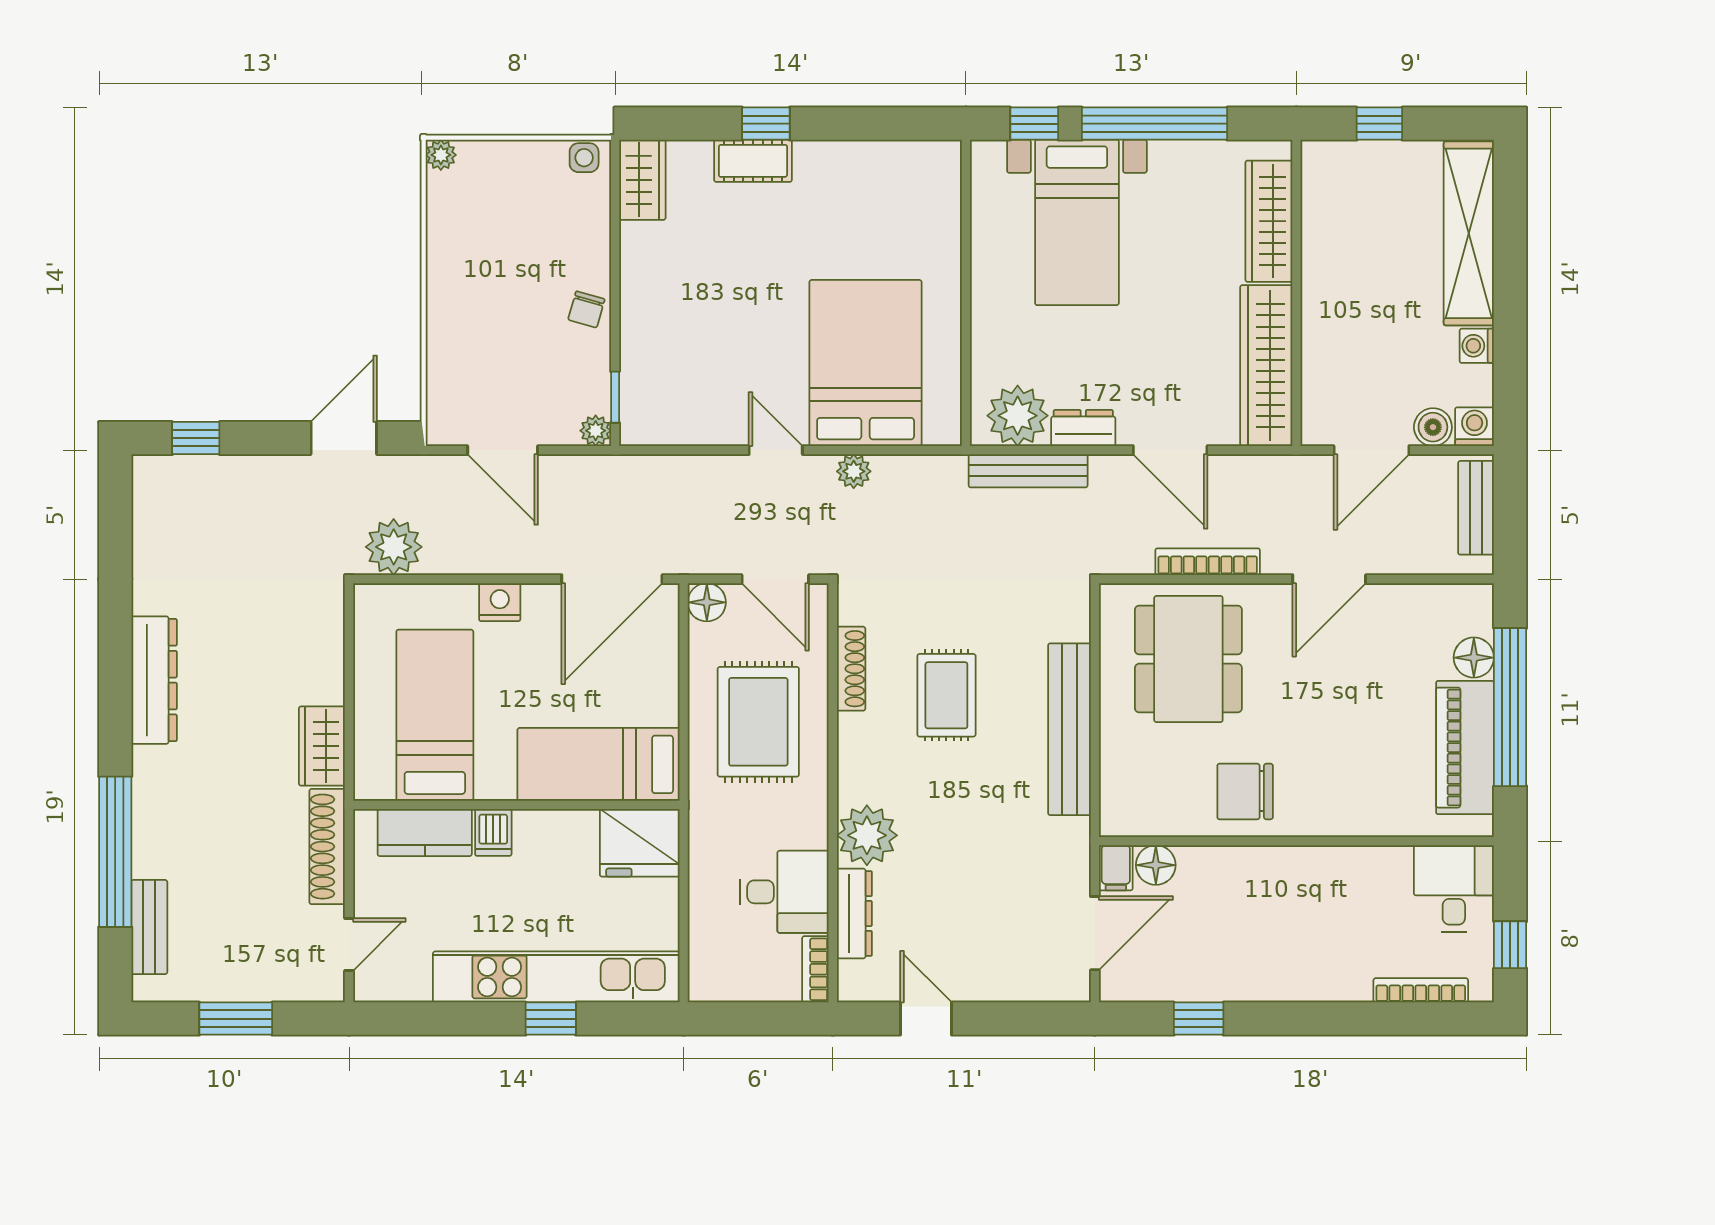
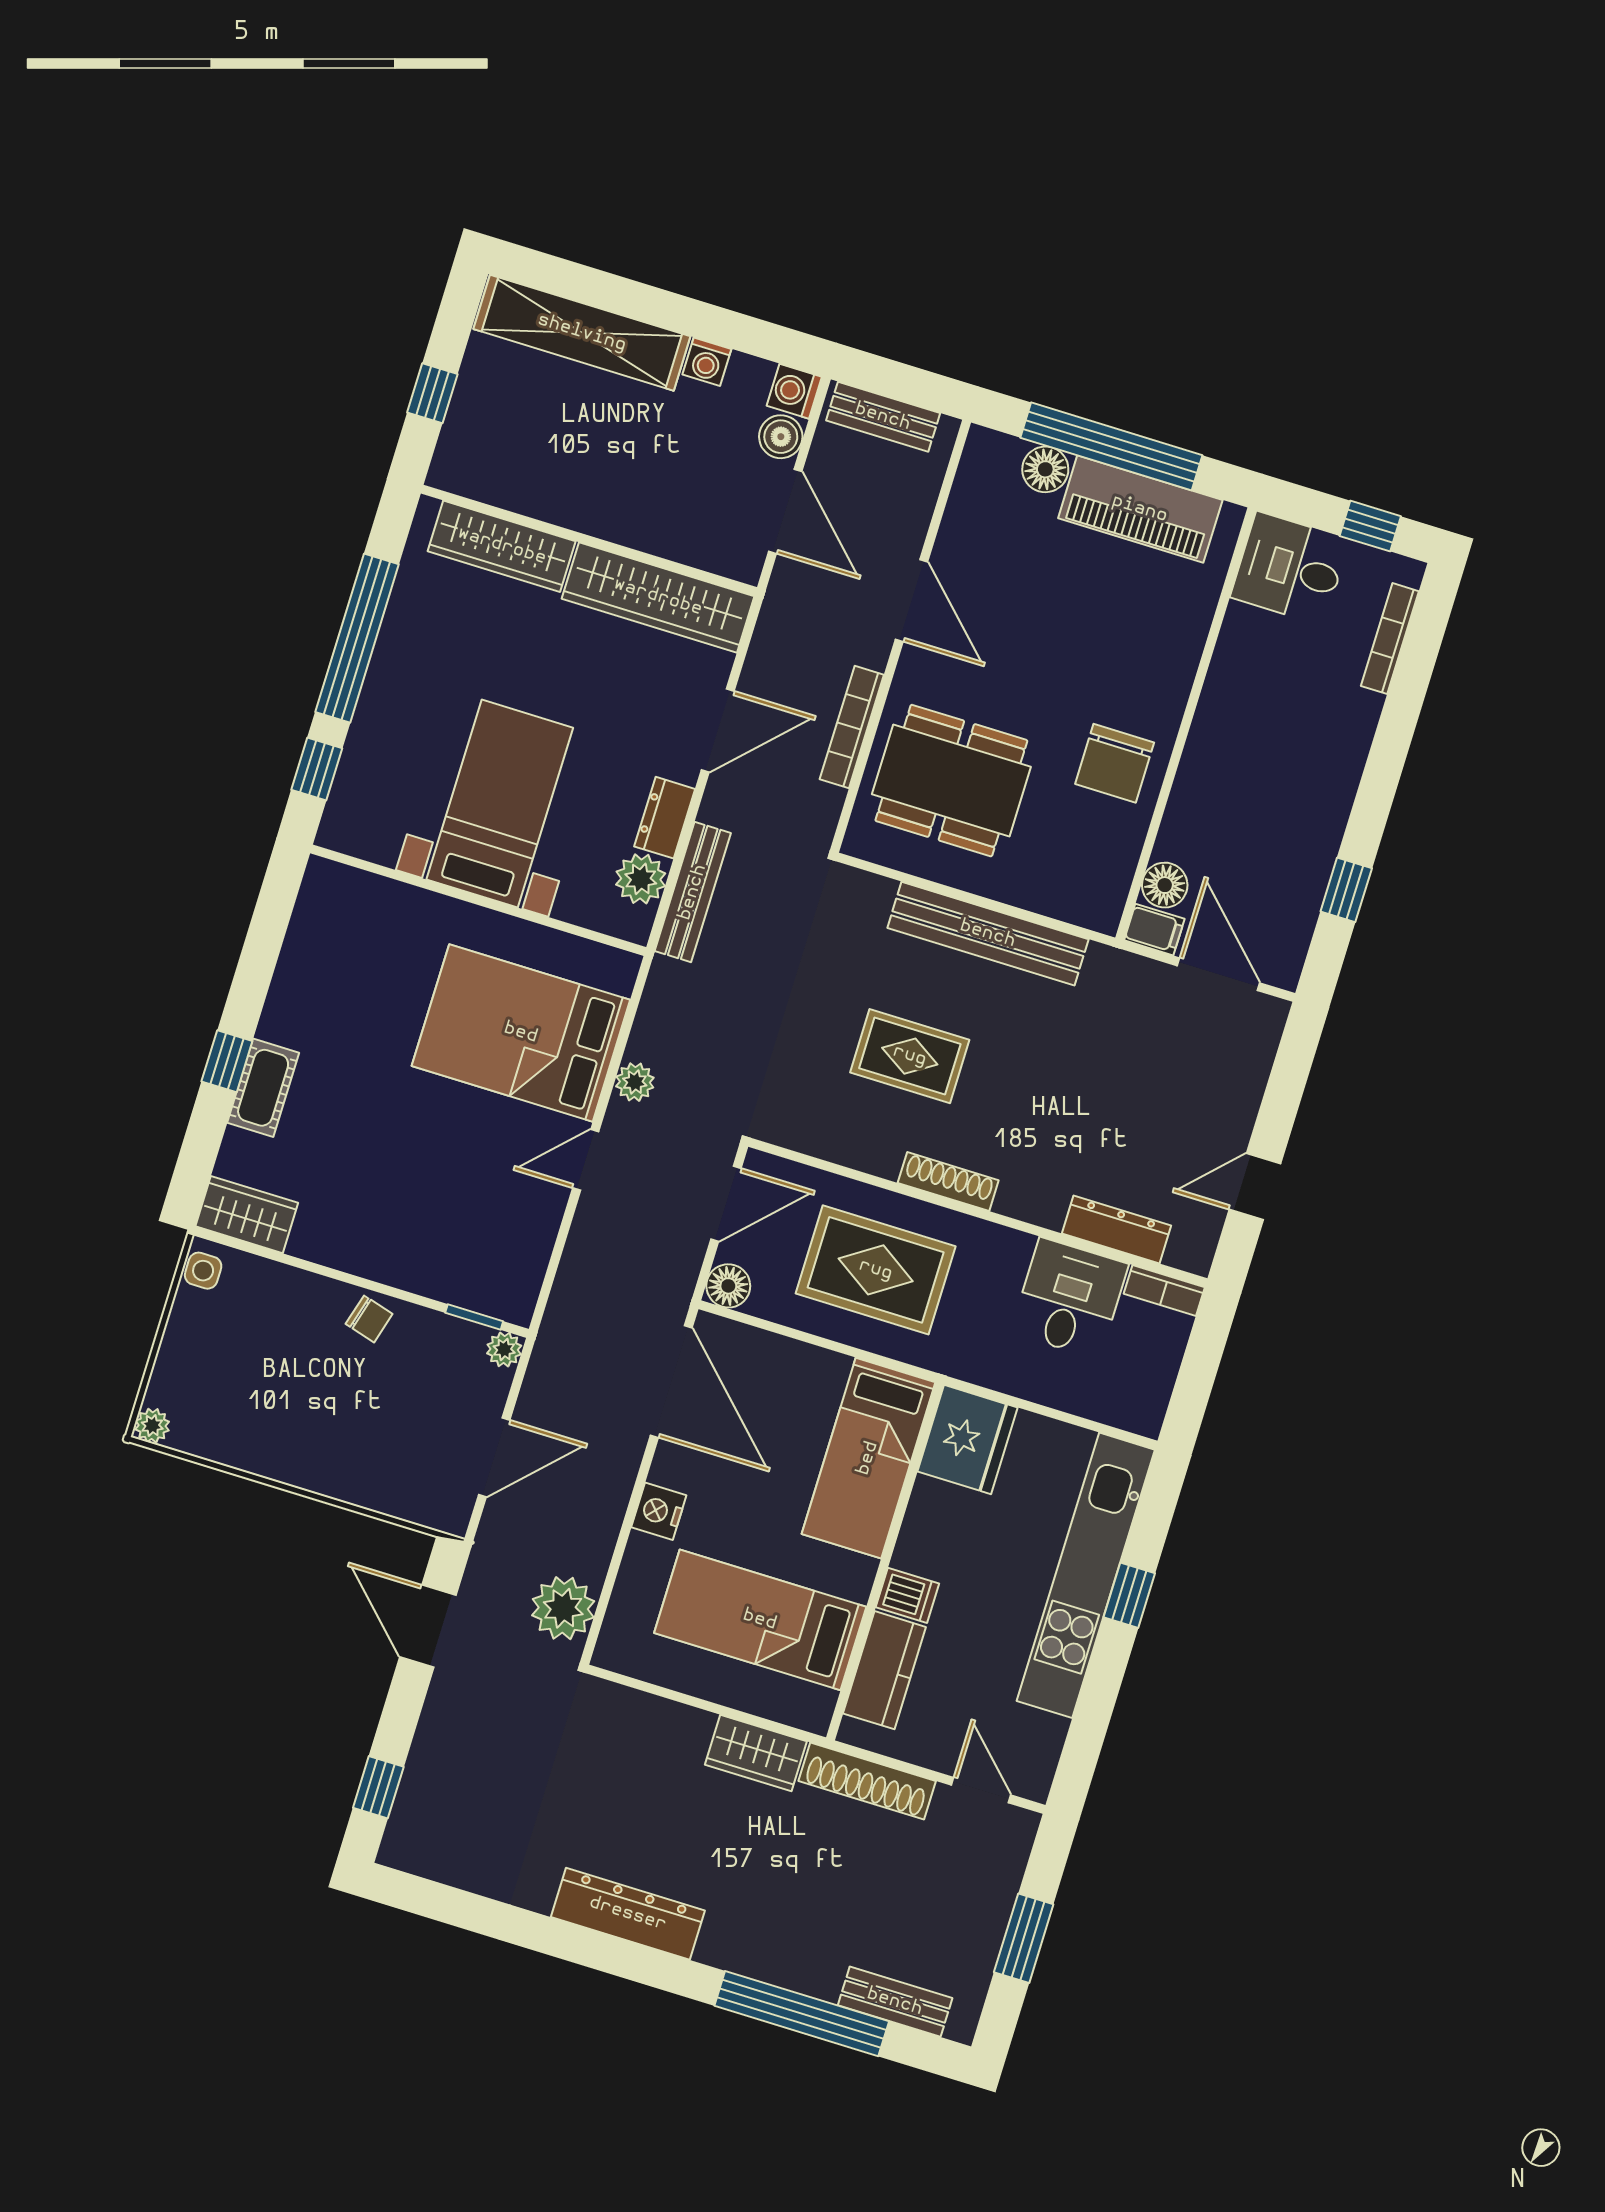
bed with nightstands: (1077, 222) -> (500, 804), moved, turned -90
plant: (1018, 416) -> (641, 879), width x0.73, depth x0.73
shoe rack: (851, 669) -> (948, 1182), moved
plant: (867, 835) -> (1036, 1190), removed

